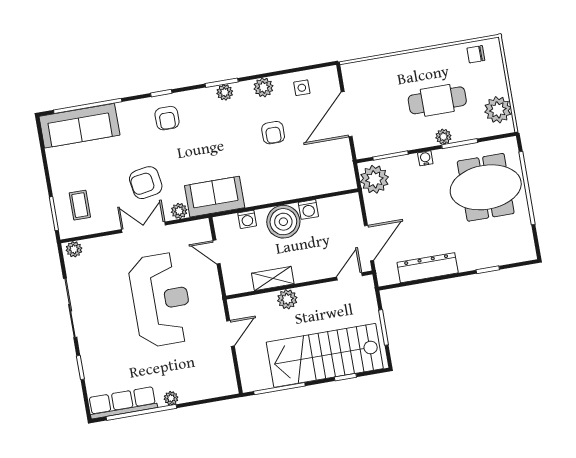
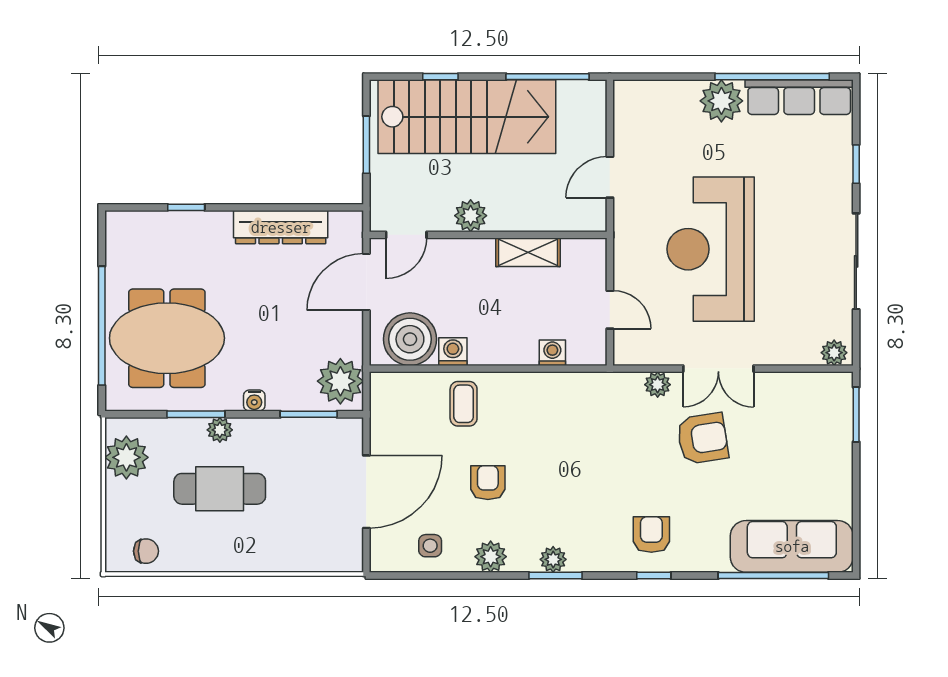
sofa: (215, 197) -> (598, 398), removed
coffee table: (80, 205) -> (464, 404), moved
boiler: (283, 222) -> (410, 339), moved
plant: (287, 299) -> (471, 216), moved
plant: (171, 398) -> (721, 101), width x1.88, depth x1.88

